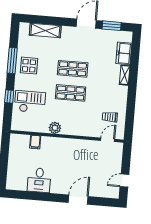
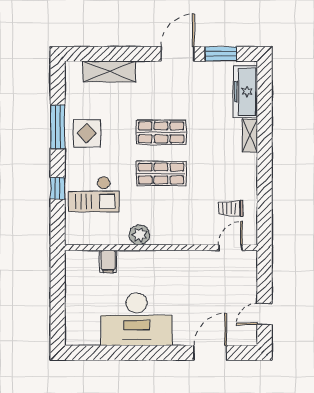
freezer: (124, 53) -> (245, 92), width x1.40
checkout: (30, 102) -> (94, 194), turned 180
desk: (39, 180) -> (137, 319), width x1.87, depth x1.30
door: (78, 200) -> (210, 353), moved

